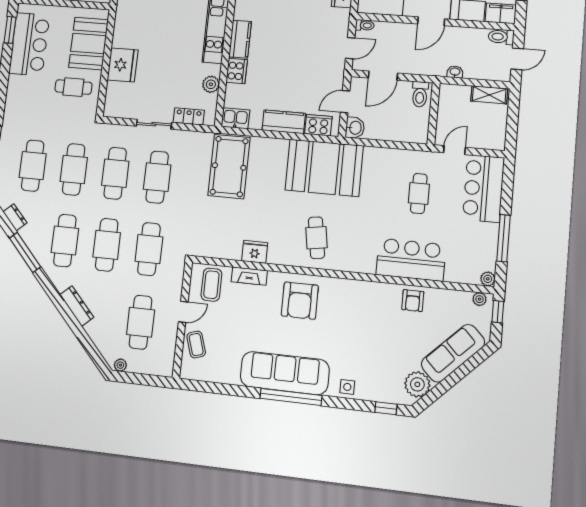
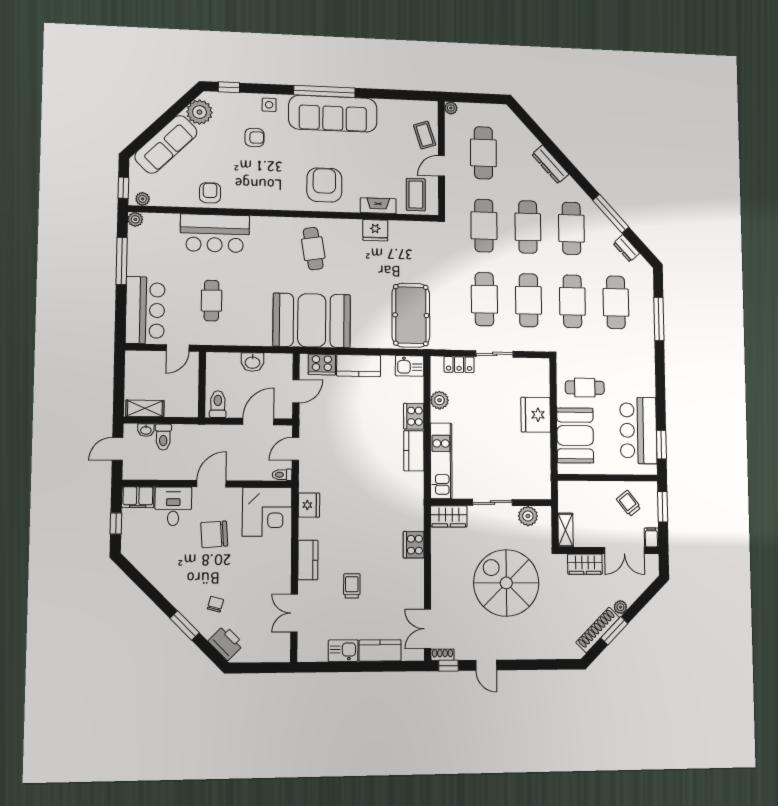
toilet: (501, 37) -> (163, 437), moved, turned 90
washbasin: (455, 72) -> (146, 430), moved
washbasin: (355, 128) -> (252, 362), moved, turned -90
armchair: (365, 354) -> (254, 137), added
plant: (120, 365) -> (451, 108), moved

